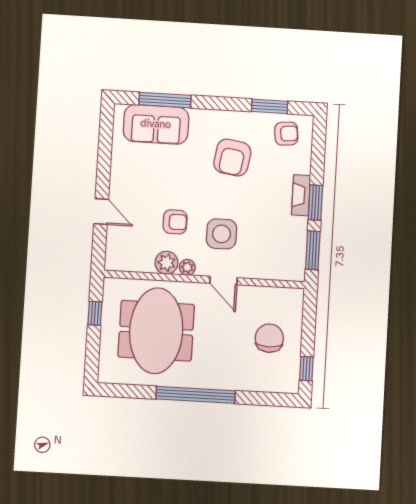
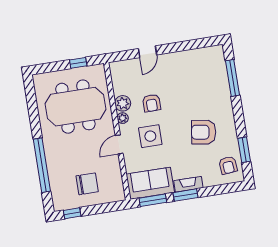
sofa: (156, 124) -> (150, 183), moved, turned 90
window: (196, 395) -> (42, 165), moved

